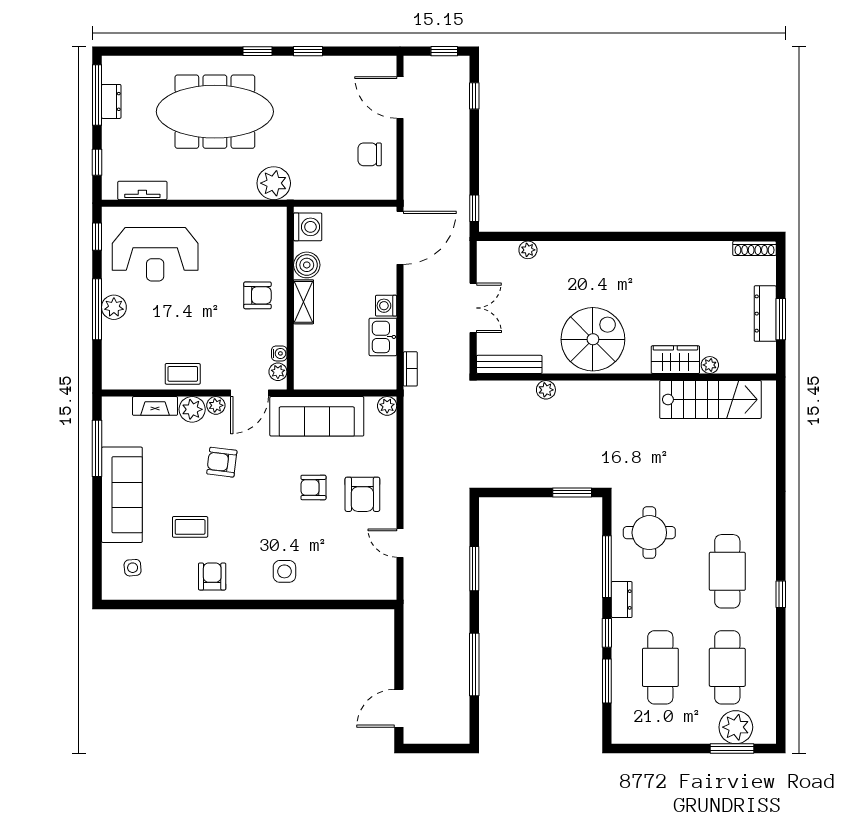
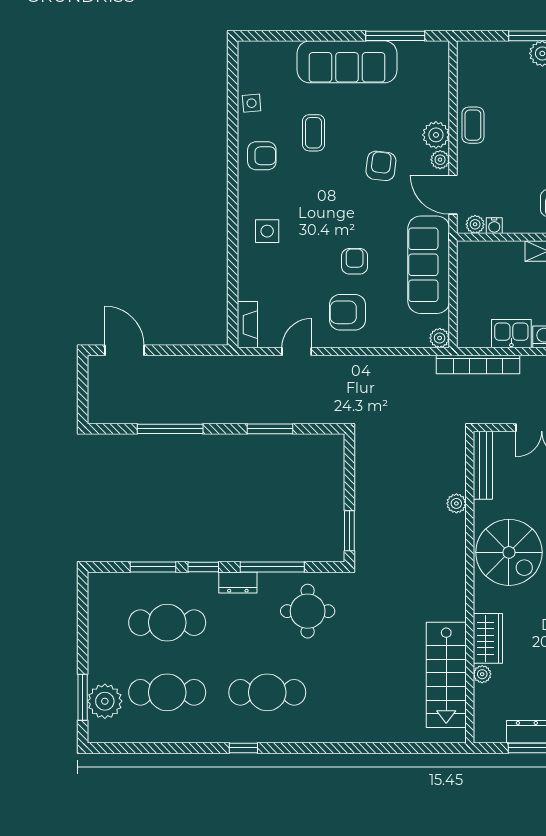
bookcase: (410, 369) -> (478, 364), width x2.31, depth x1.31
fireplace: (155, 406) -> (247, 325), moved, turned 180
side table: (133, 568) -> (252, 103), moved

